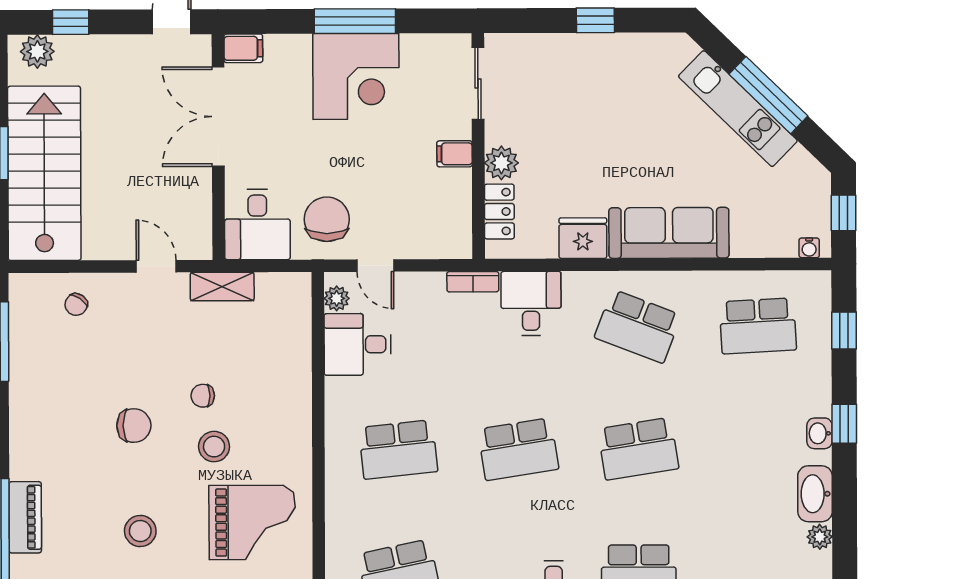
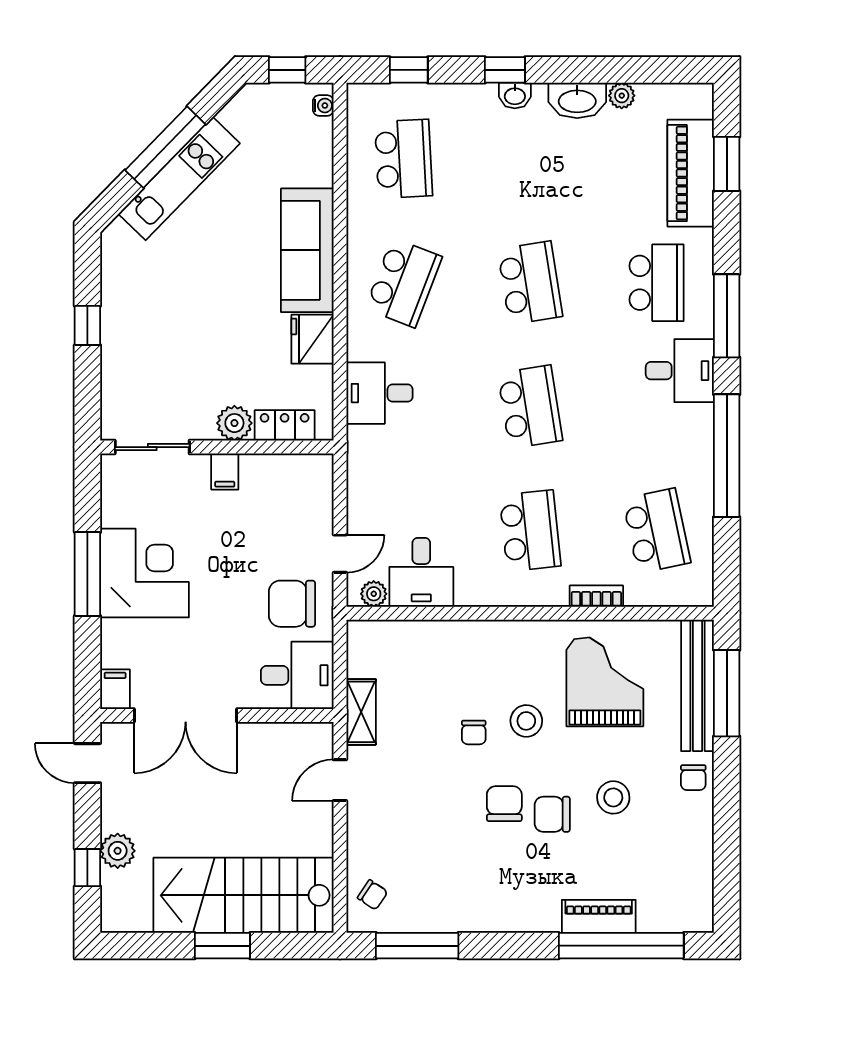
plant: (37, 51) -> (118, 851), moved
bookcase: (473, 282) -> (596, 596), moved, turned -90
chair: (76, 304) -> (373, 895), moved
chair: (124, 472) -> (552, 814), added

